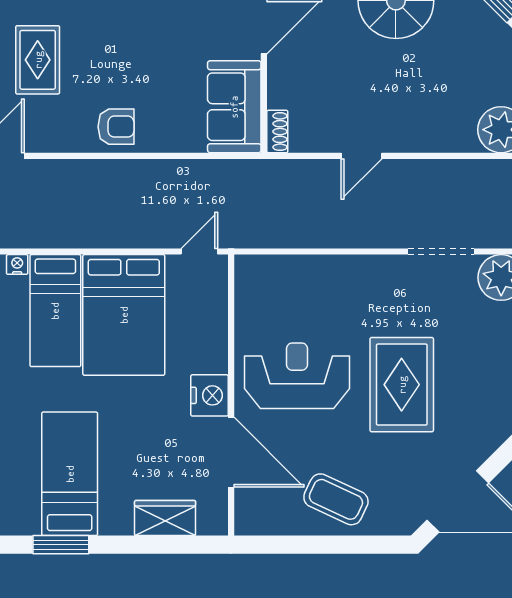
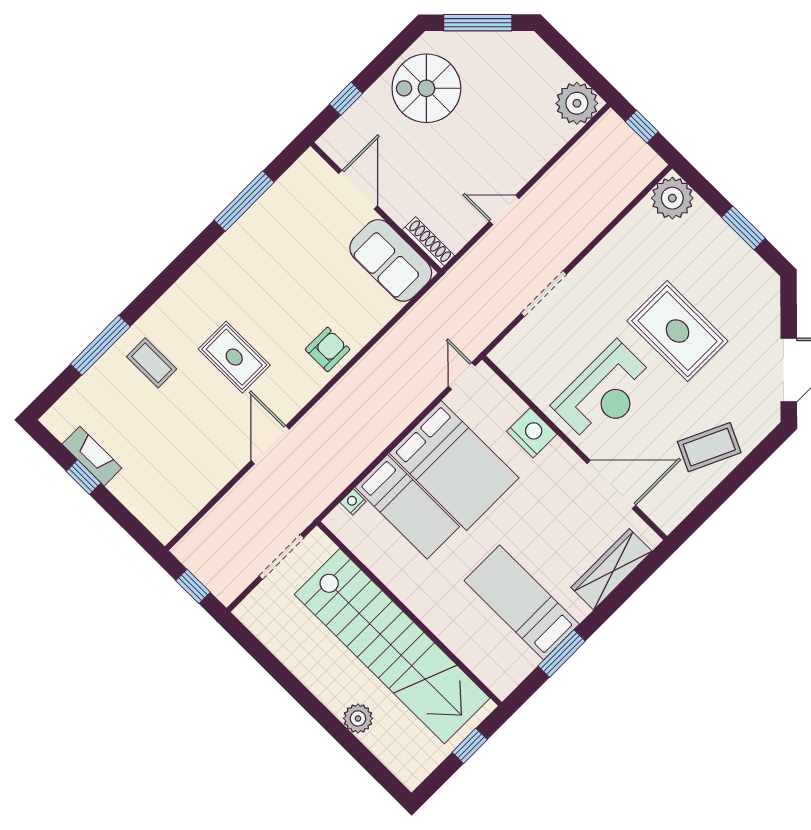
shoe rack: (277, 132) -> (428, 243), width x1.43
door: (362, 156) -> (504, 210), swing flipped
doorway: (441, 252) -> (544, 294), moved
reception desk: (297, 376) -> (604, 393), turned 180
nightstand: (209, 395) -> (532, 433), moved
wardrobe: (165, 518) -> (611, 569), width x1.50

